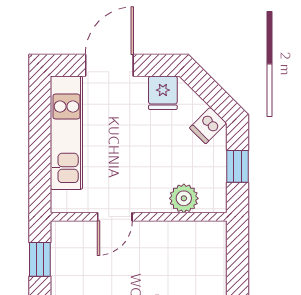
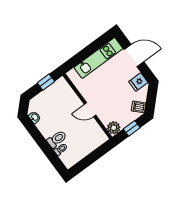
plant: (184, 198) -> (114, 128), moved
door: (115, 217) -> (90, 110), moved

